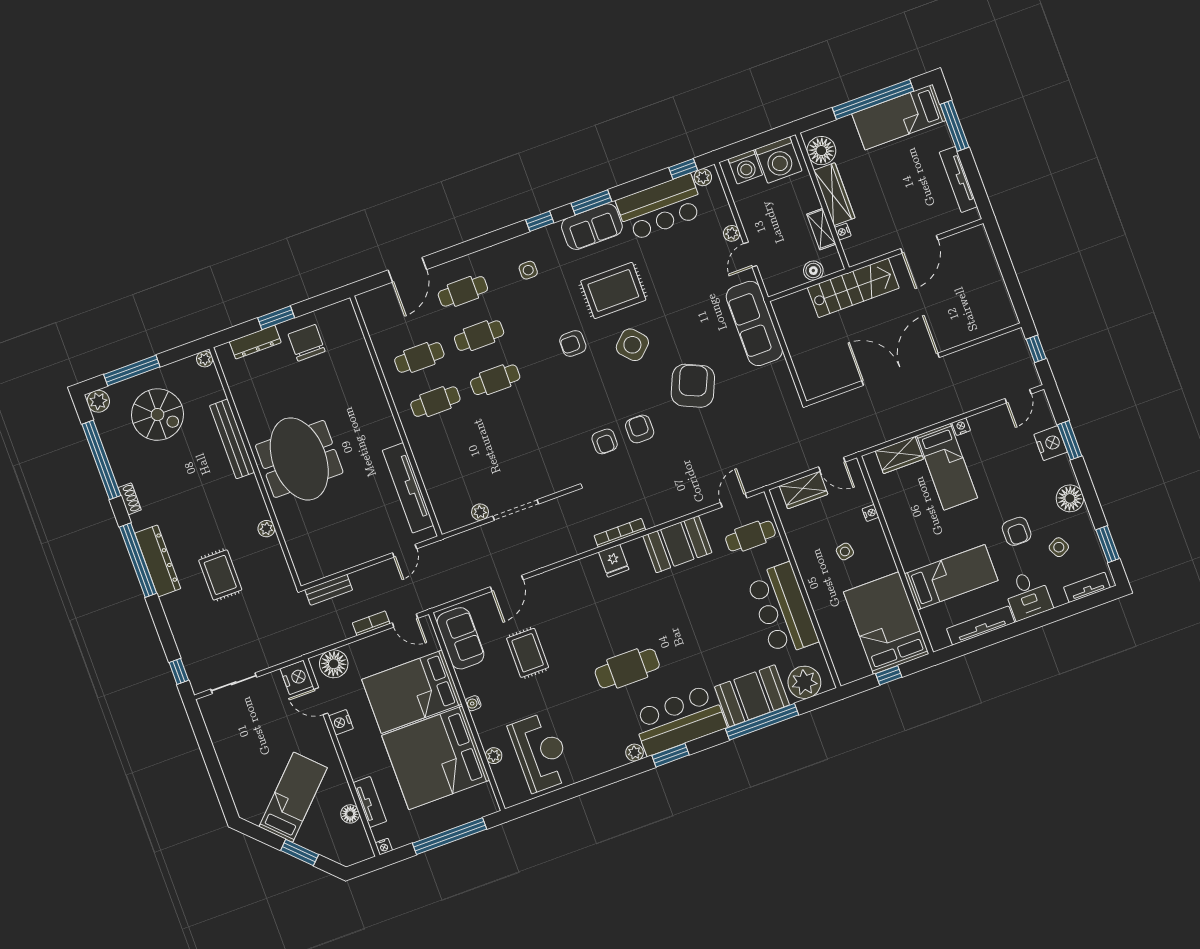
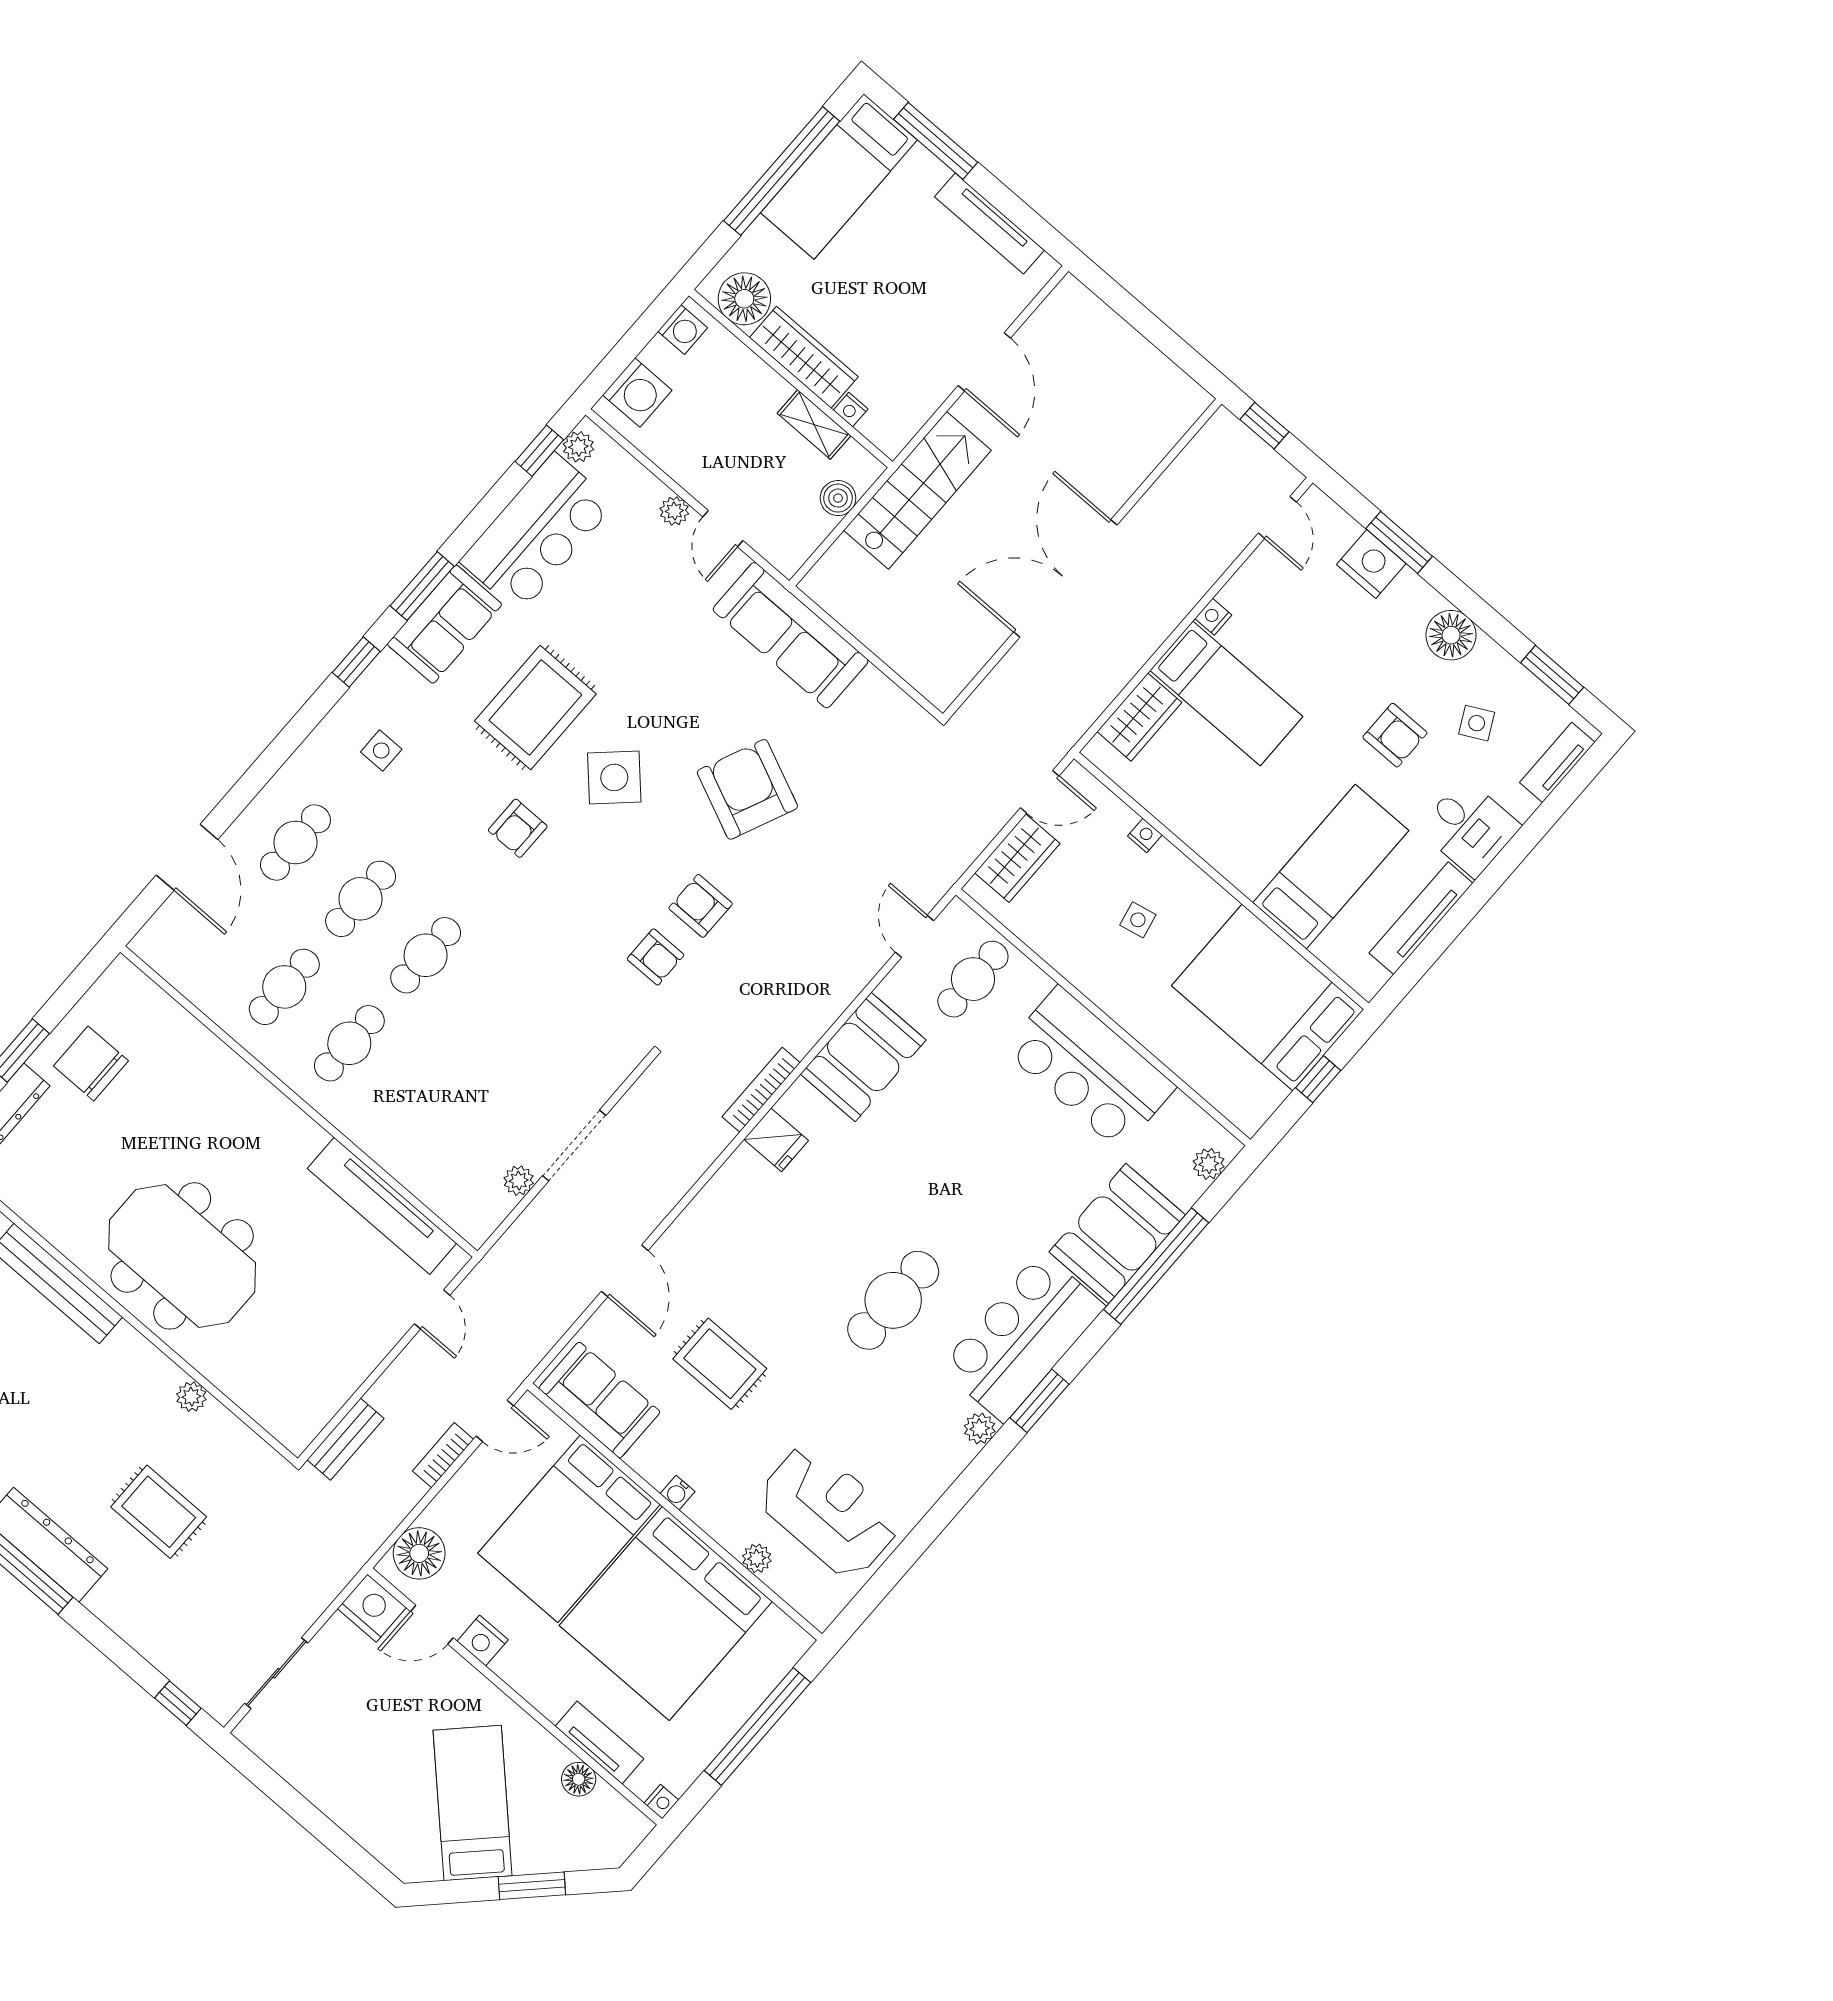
washing machine: (779, 160) -> (683, 330), width x0.53, depth x0.53
plant: (804, 682) -> (1209, 1164), width x0.53, depth x0.53

